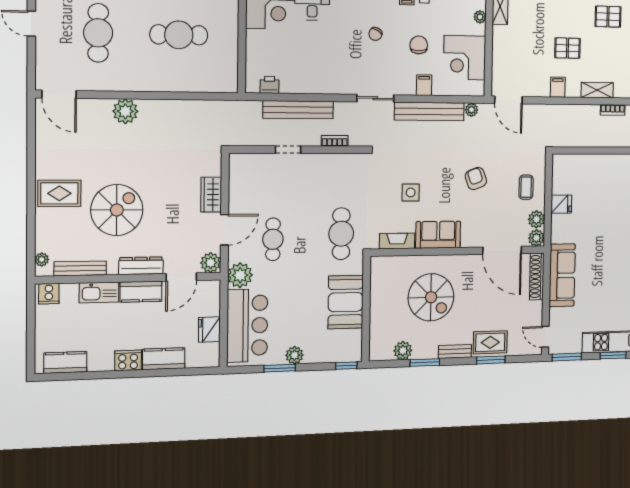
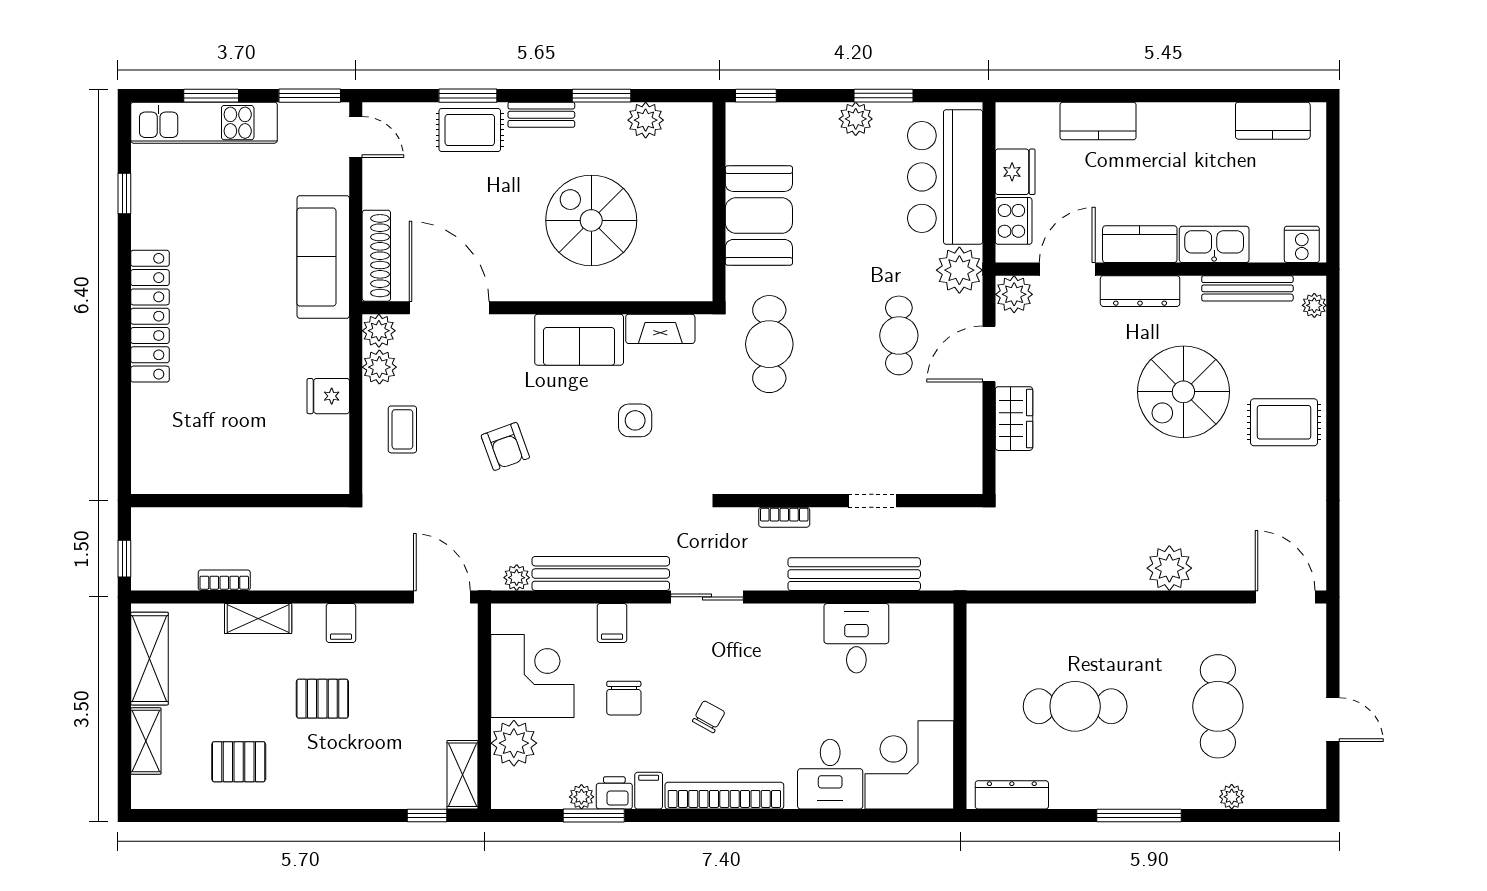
plant: (480, 17) -> (514, 743), width x1.88, depth x1.88
desk: (297, 75) -> (856, 638), added
printer: (269, 85) -> (908, 619), removed
cooker: (128, 360) -> (1014, 221), moved, turned -90

